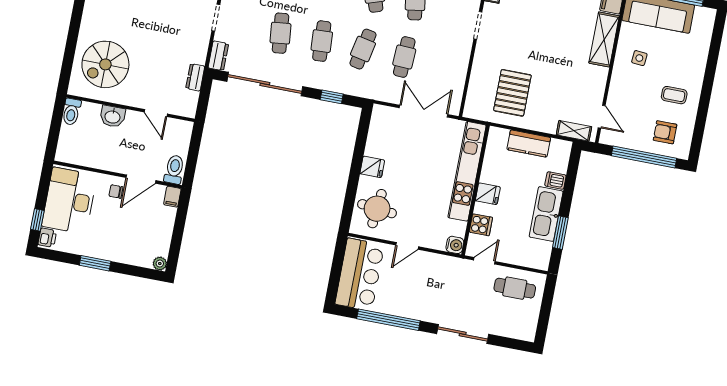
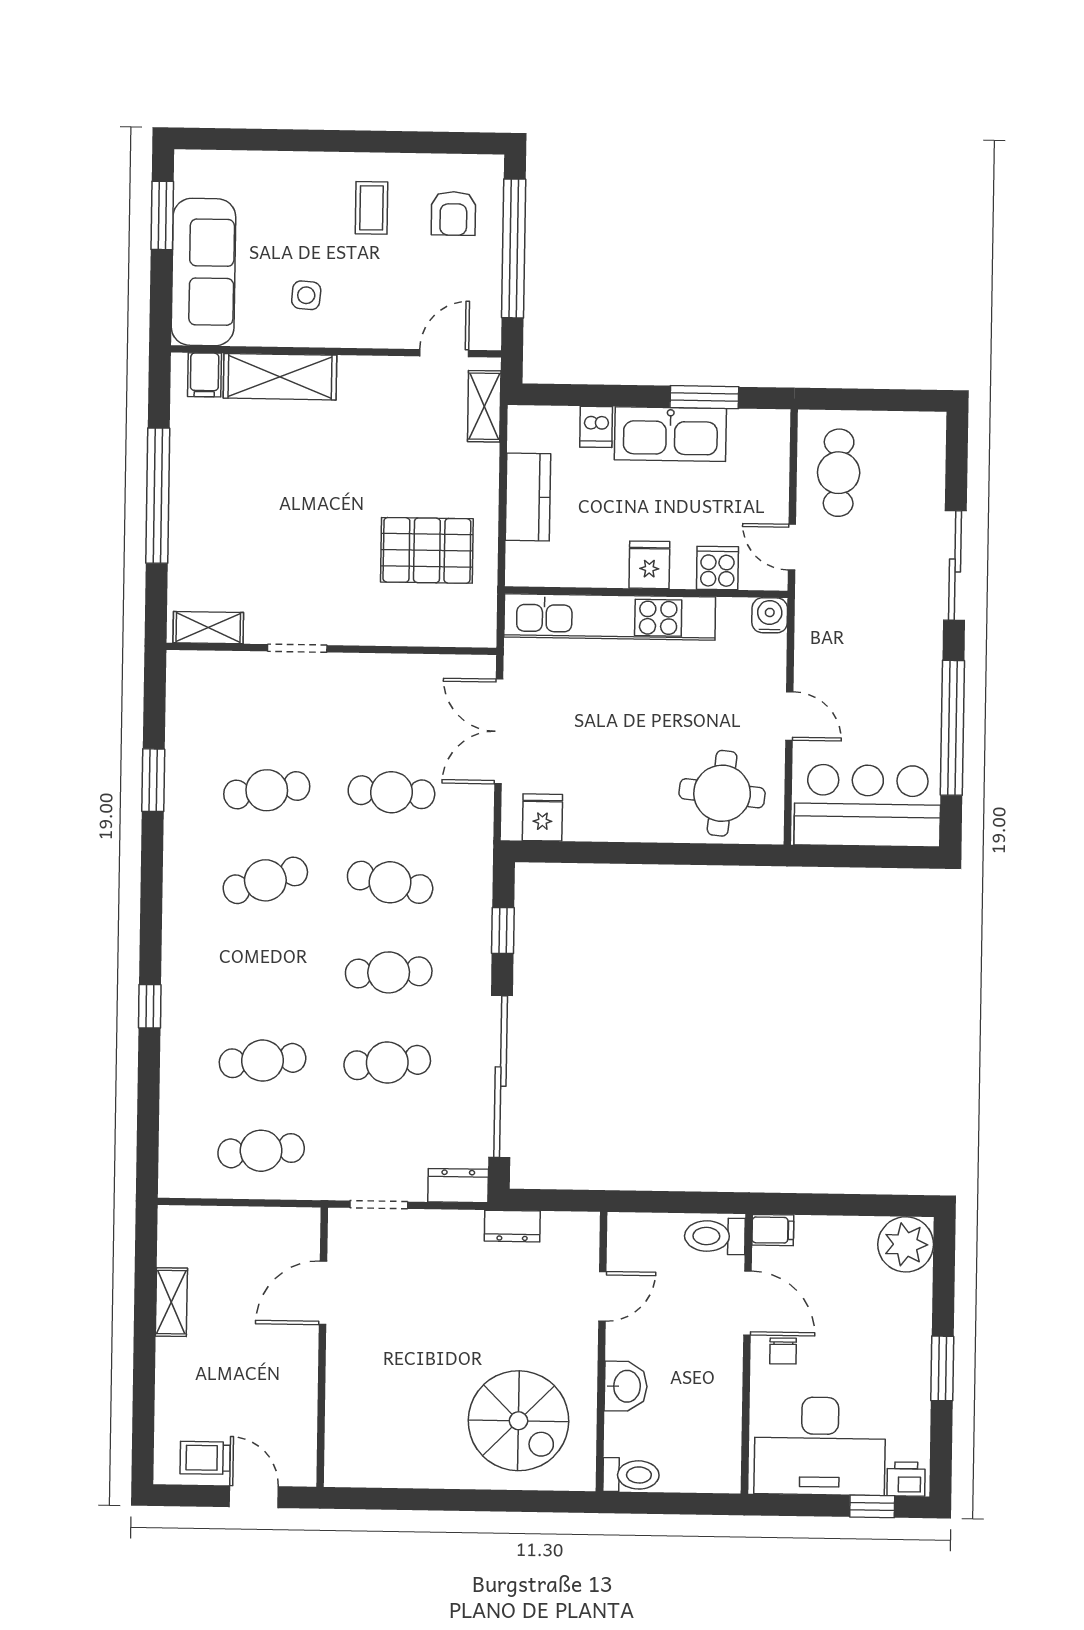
fridge: (372, 167) -> (542, 817), moved
plant: (160, 264) -> (906, 1244), width x1.87, depth x1.87

